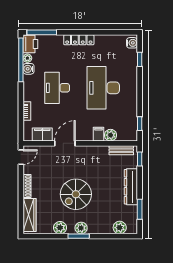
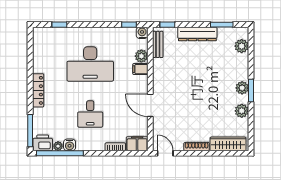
water cooler: (132, 43) -> (142, 33), moved
desk: (57, 88) -> (90, 114), width x0.73
filing cabinet: (42, 134) -> (137, 144), moved, turned 90
spiral stairs: (76, 194) -> (205, 94), removed

